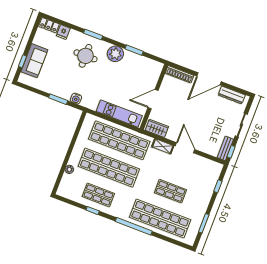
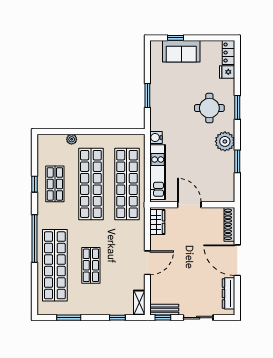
water cooler: (76, 99) -> (156, 138), moved
shelving: (163, 146) -> (139, 303), moved

